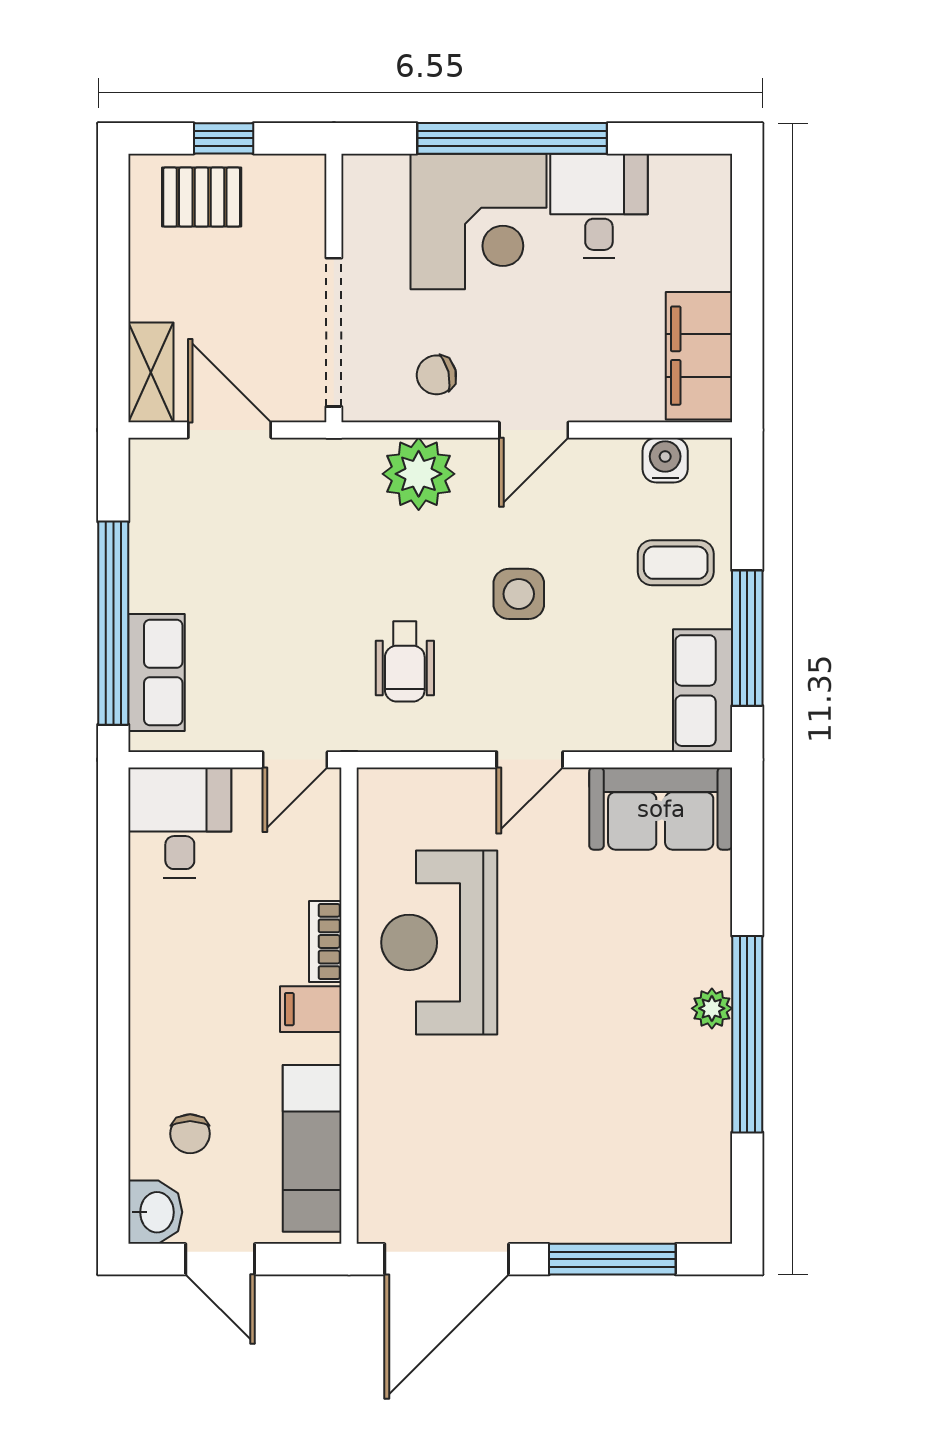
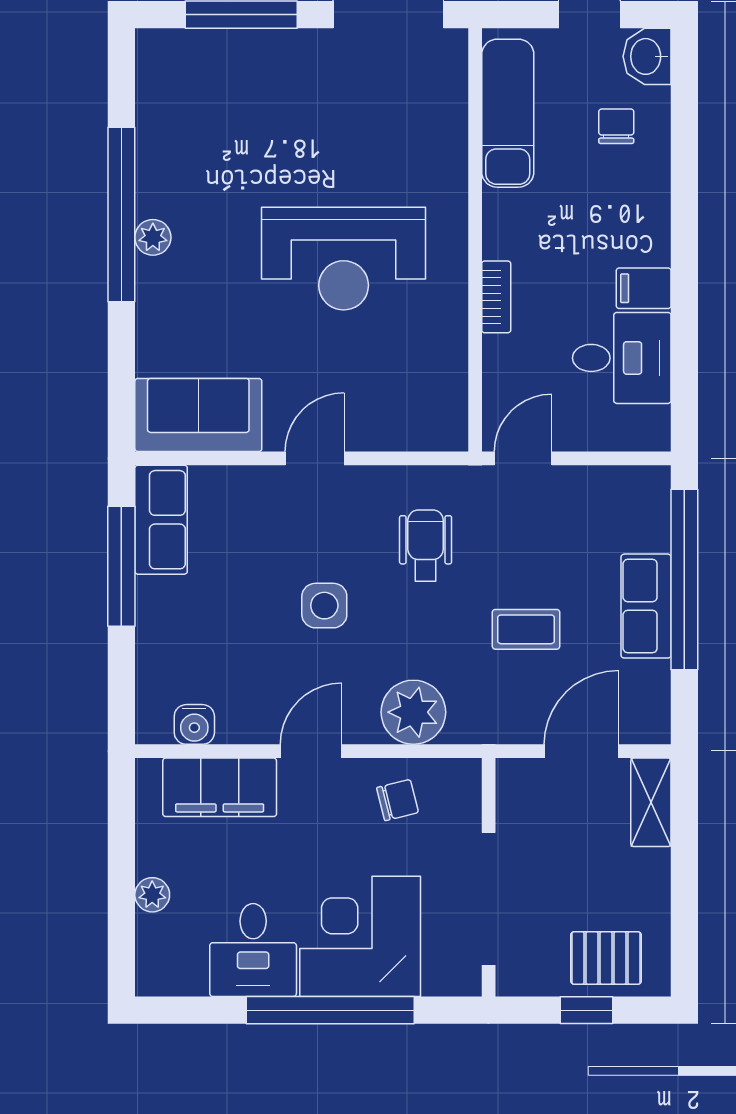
plant: (713, 268) -> (152, 895), added
doorway: (334, 332) -> (489, 899), moved
filing cabinet: (699, 356) -> (220, 787), moved, turned 90
door: (230, 430) -> (581, 751), swing flipped
coffee table: (676, 563) -> (526, 629), moved
row of seats: (157, 673) -> (646, 606), moved
desk: (180, 823) -> (622, 358), moved, turned -90
reception desk: (439, 942) -> (344, 259), moved, turned 90
filing cabinet: (311, 1009) -> (644, 288), moved, turned 180

